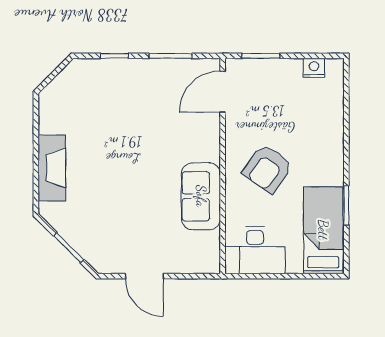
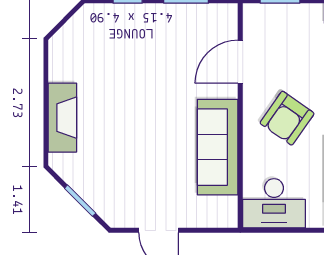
door: (223, 92) -> (240, 62), moved
sofa: (201, 196) -> (218, 147), width x1.36

